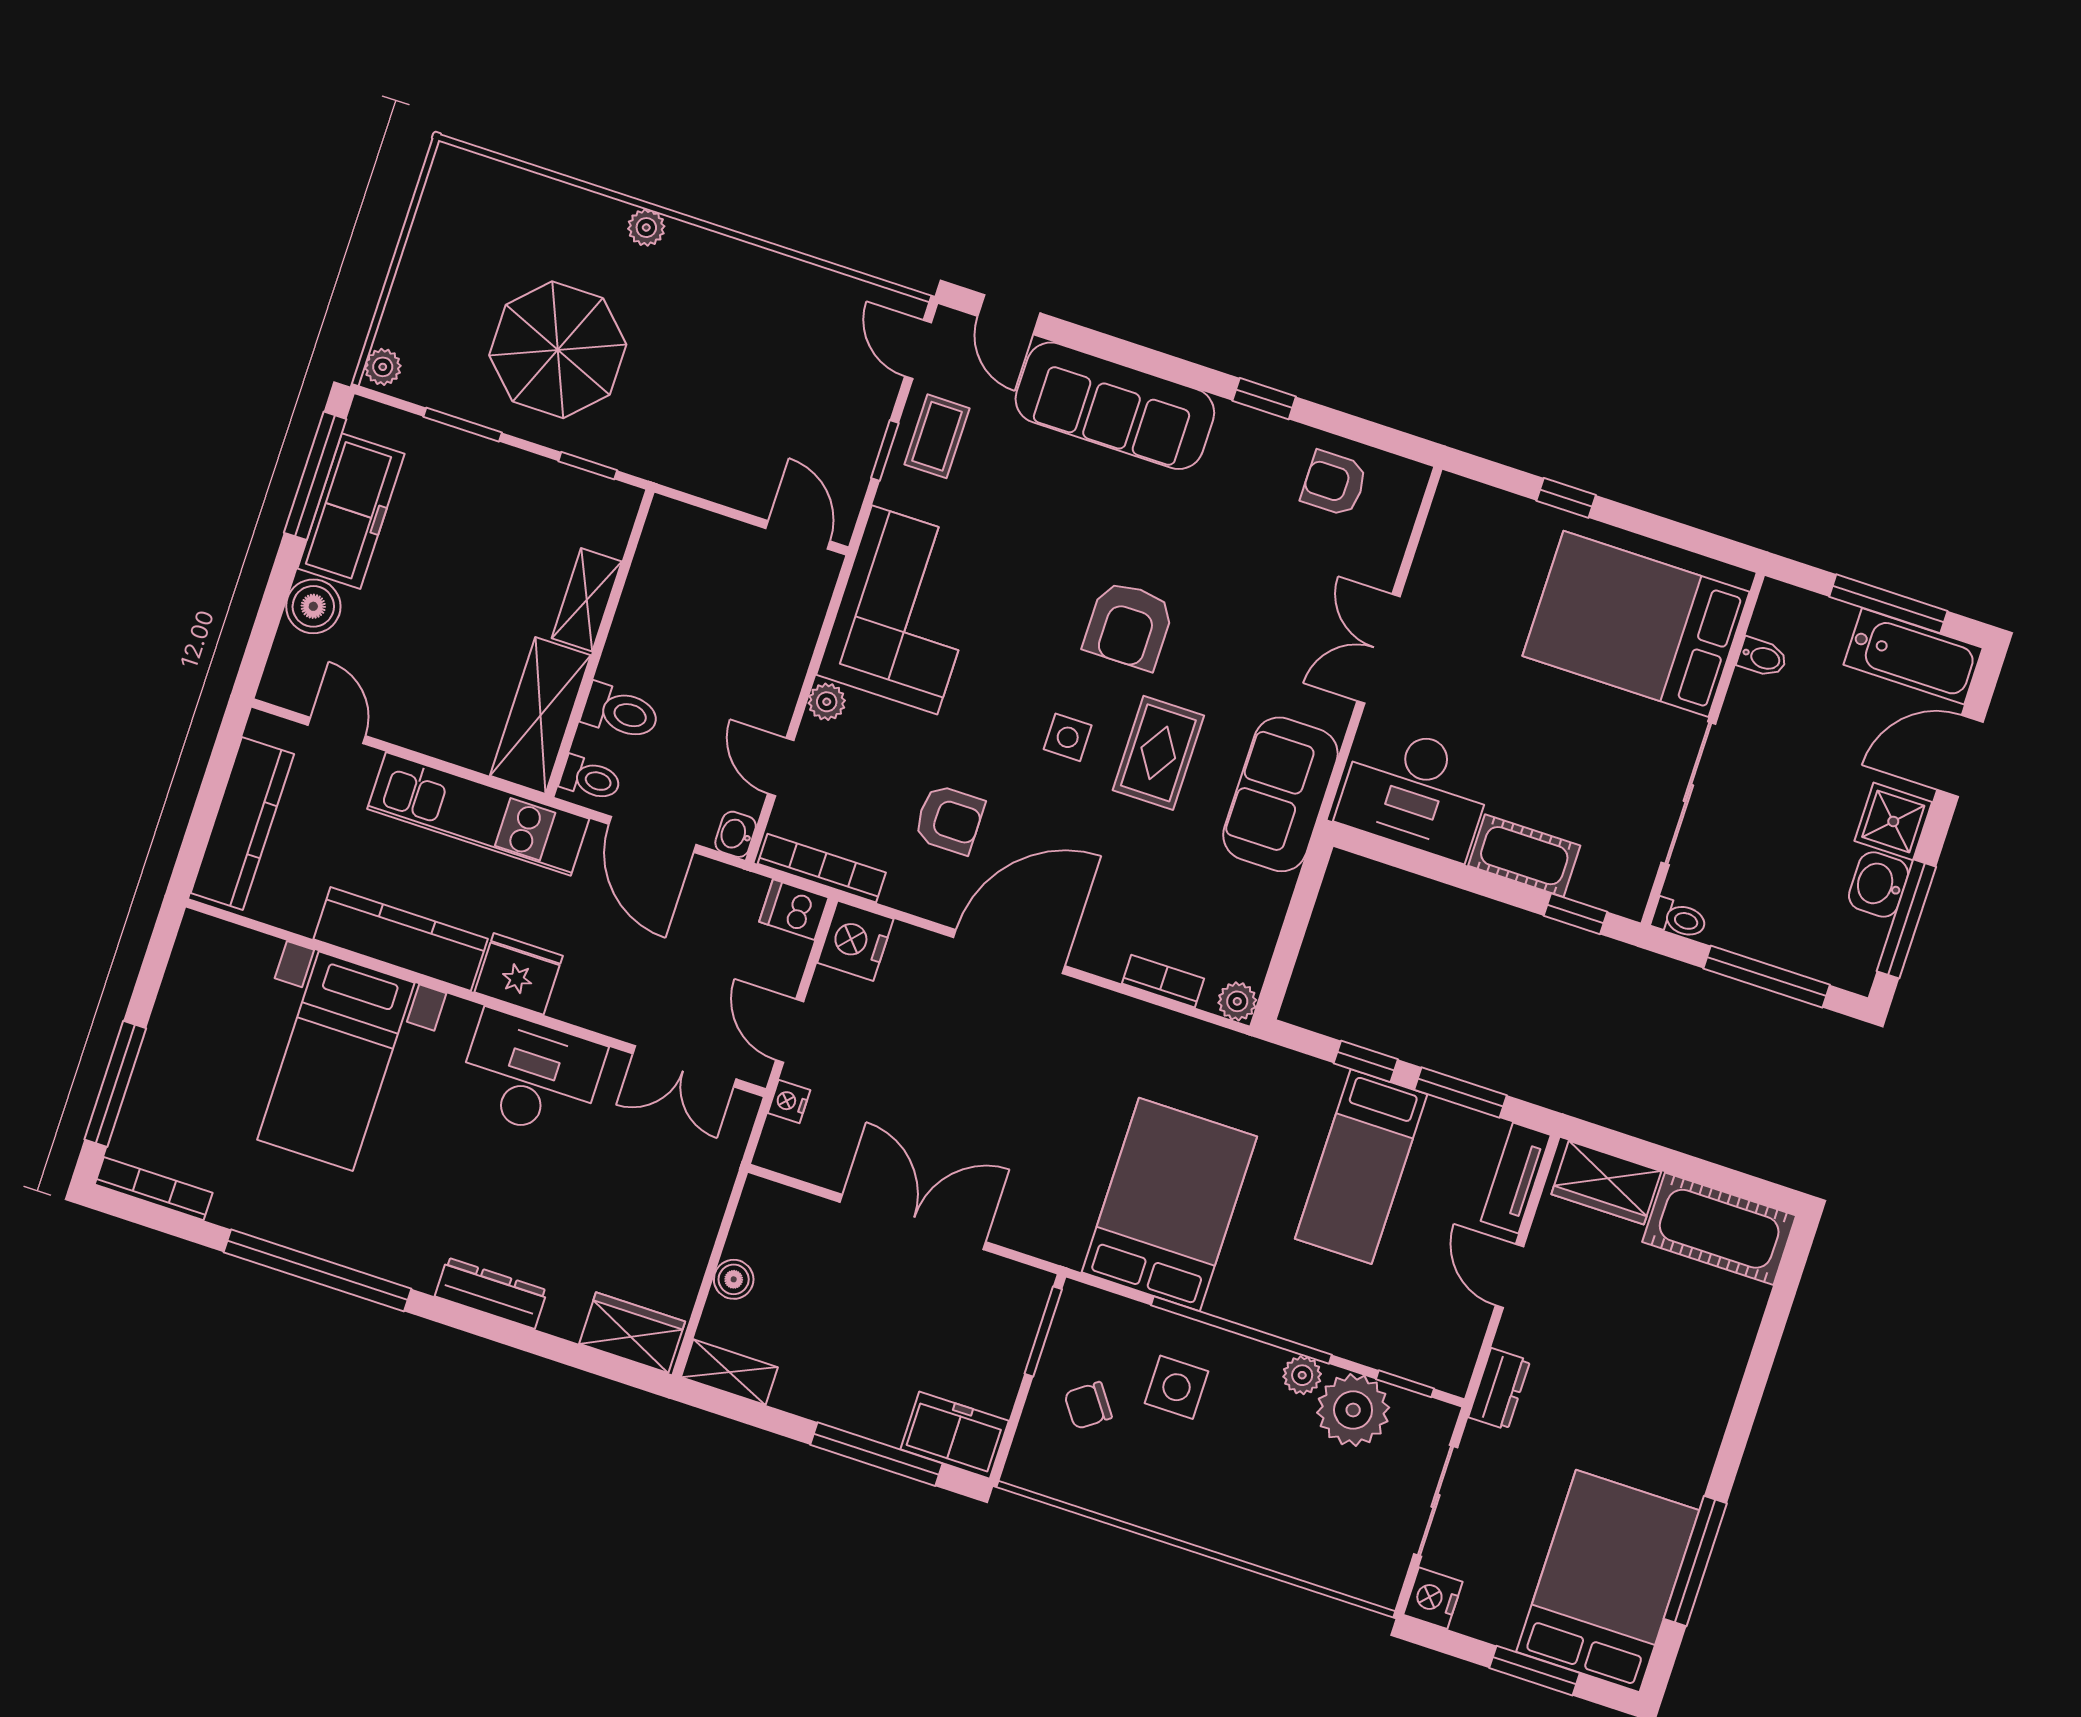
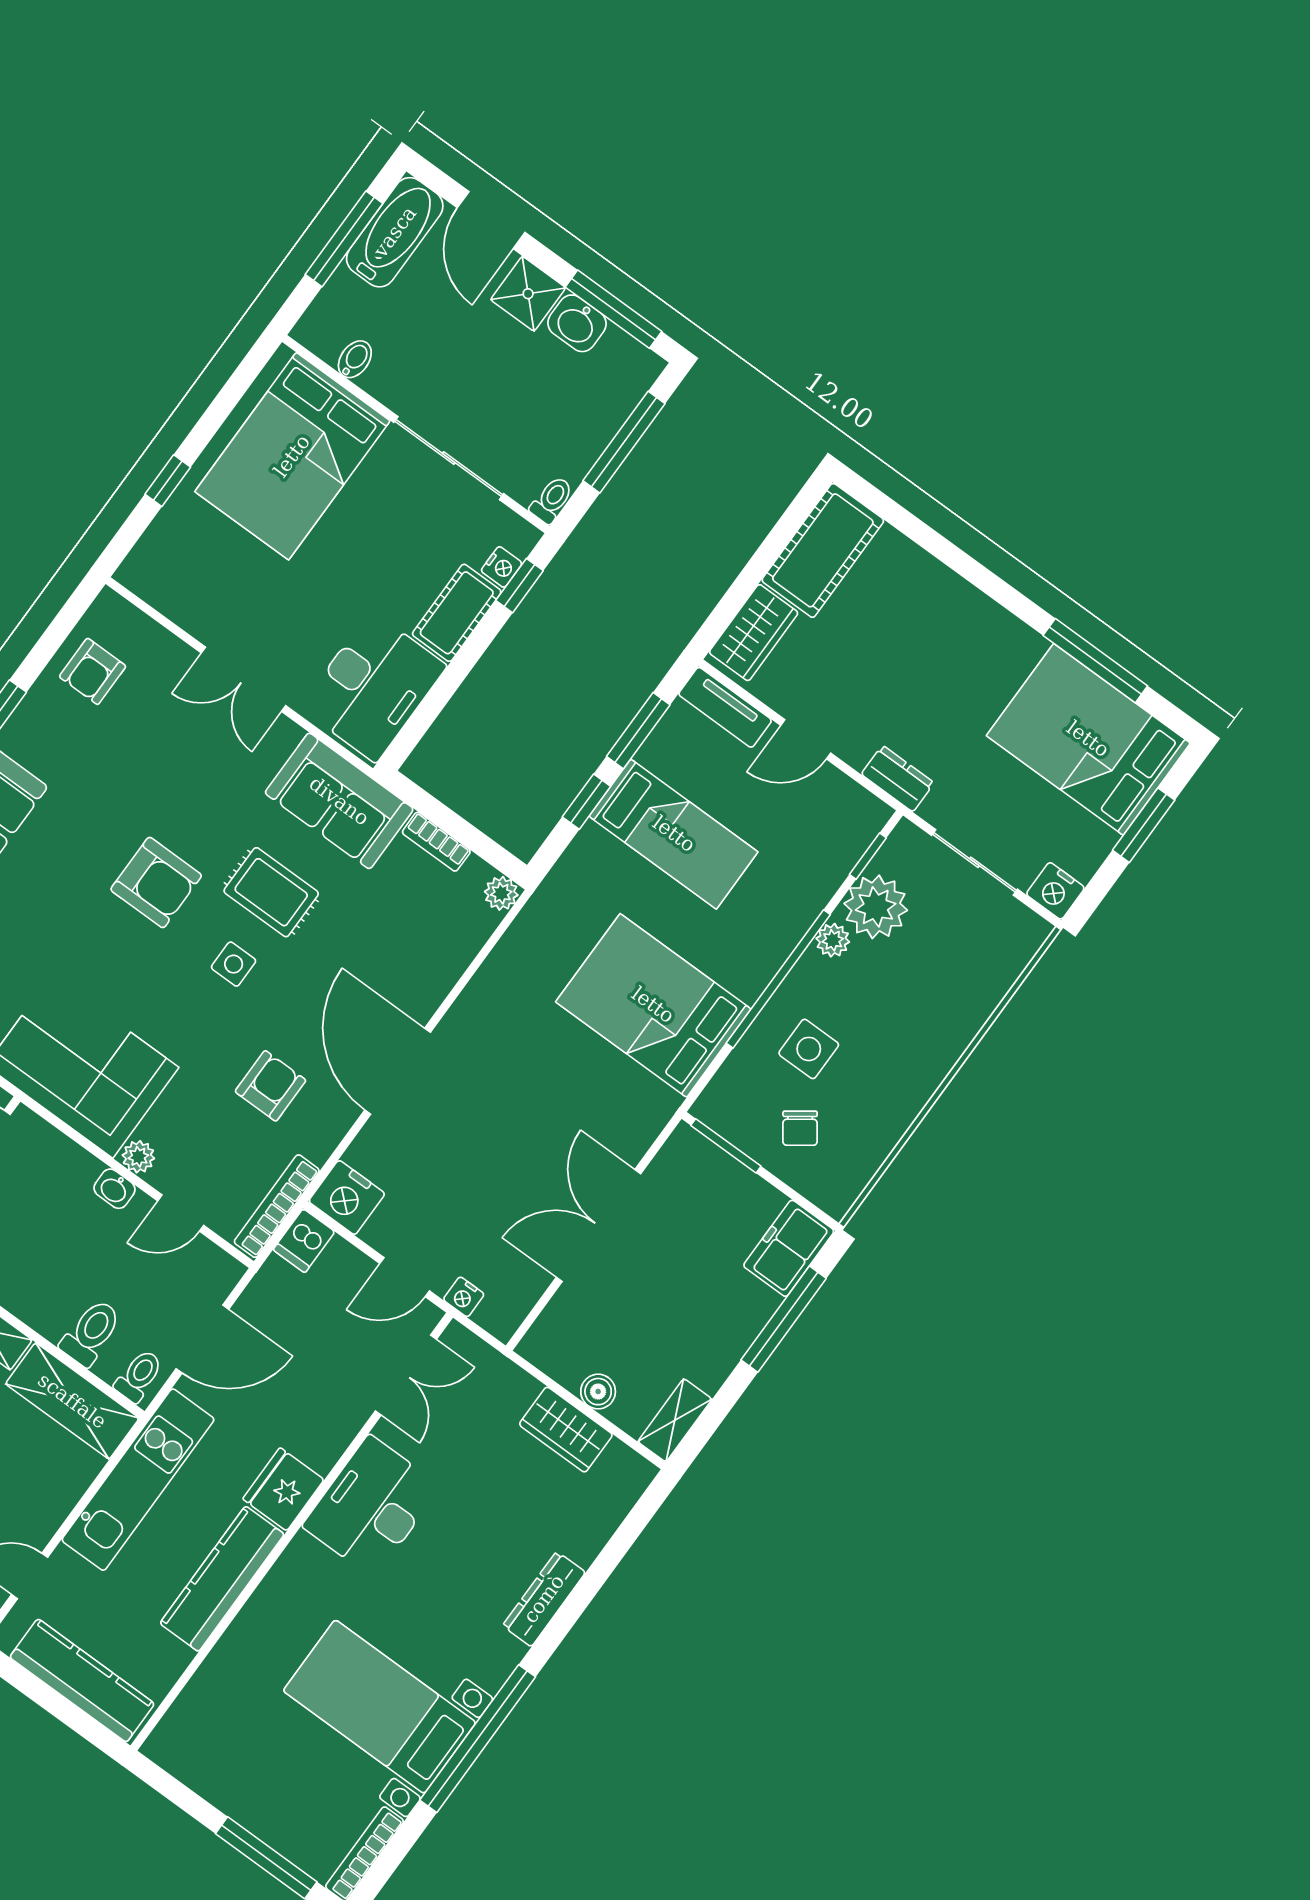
washbasin: (736, 834) -> (115, 1189), moved
nightstand: (1589, 888) -> (502, 567), added
bookcase: (1163, 981) -> (436, 842), moved, turned -90
bed with nightstands: (336, 1061) -> (380, 1707), moved, turned 180
wardrobe: (632, 1333) -> (566, 1430), moved, turned -90

